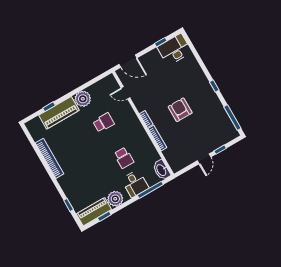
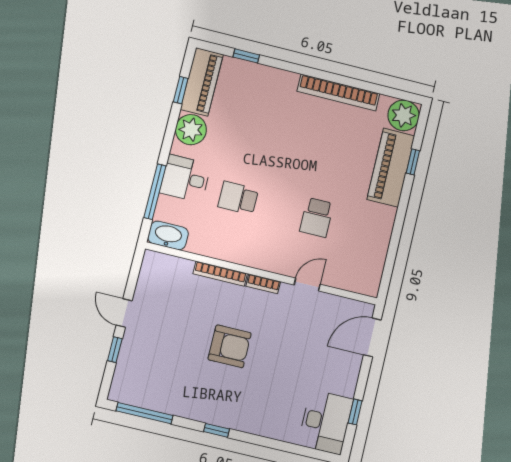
door: (126, 93) -> (307, 285), moved
plant: (83, 99) -> (404, 115), moved

